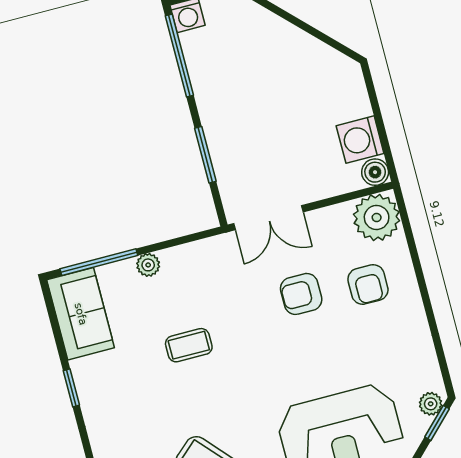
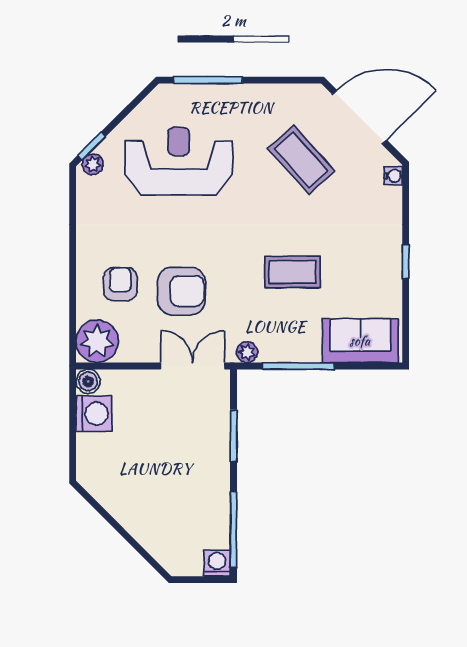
window: (99, 262) -> (298, 366), moved
plant: (148, 265) -> (247, 352), moved
armchair: (301, 294) -> (181, 291), width x1.38, depth x1.38
sofa: (81, 314) -> (360, 341), moved, turned 90
coffee table: (189, 345) -> (292, 272), width x1.36, depth x1.30

